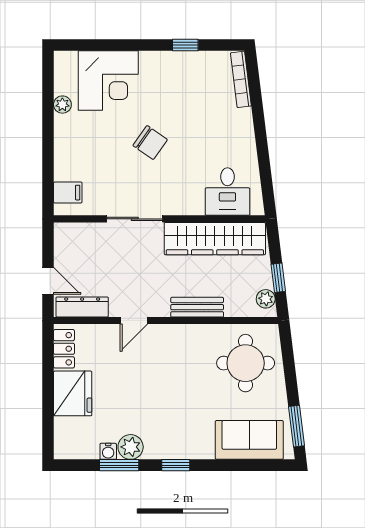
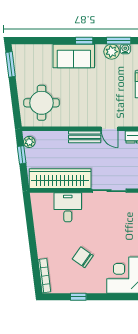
chair: (150, 143) -> (83, 257), moved
desk: (227, 192) -> (68, 207), moved
bench: (197, 307) -> (85, 137), moved
door: (134, 321) -> (110, 129), swing flipped
sofa: (249, 440) -> (74, 56), moved

